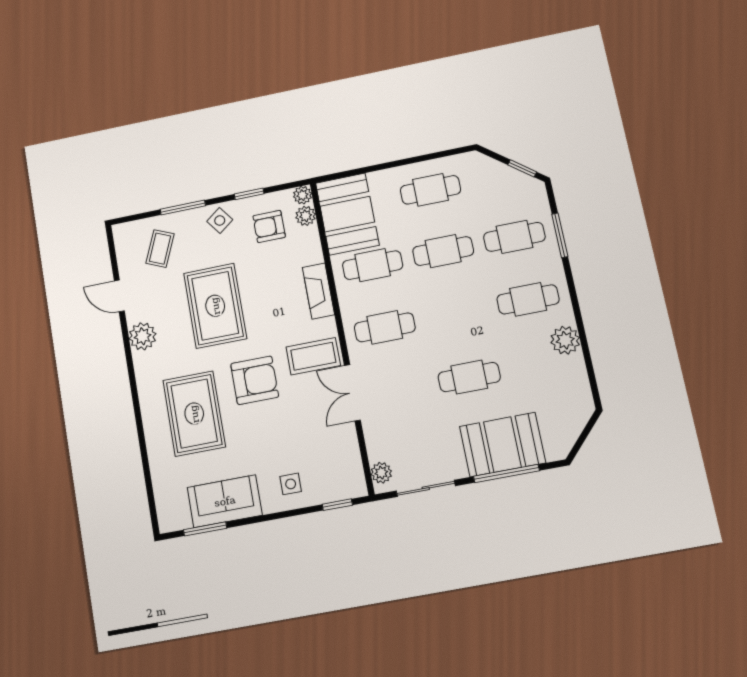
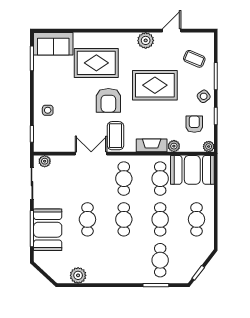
plant: (306, 216) -> (174, 146), moved
cafe table: (528, 299) -> (124, 219), moved
plant: (565, 340) -> (78, 275), moved
sofa: (225, 501) -> (53, 44), moved, turned 90

